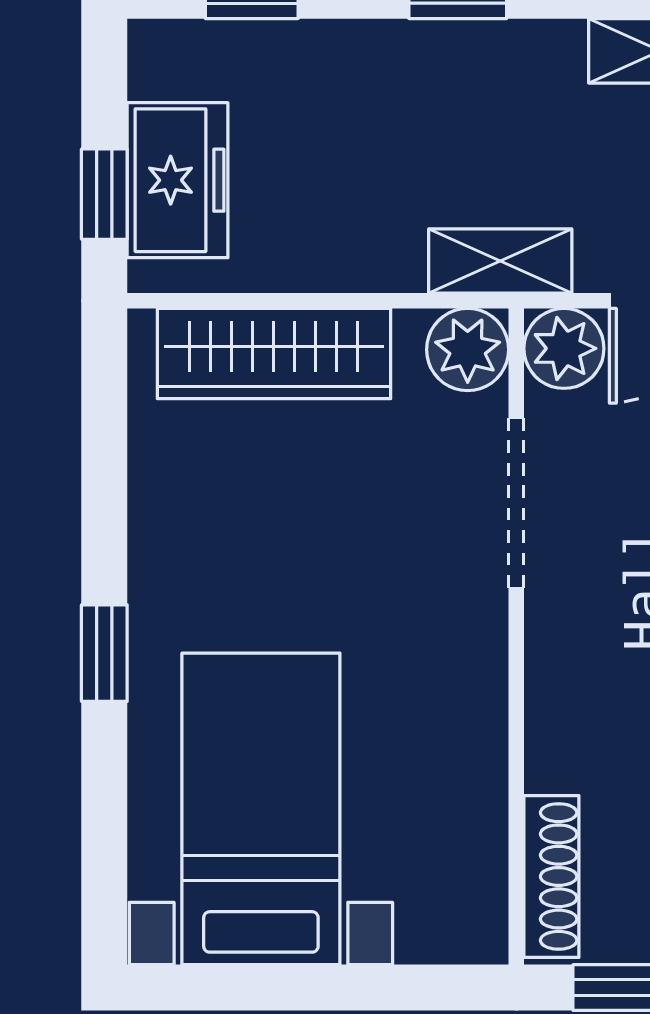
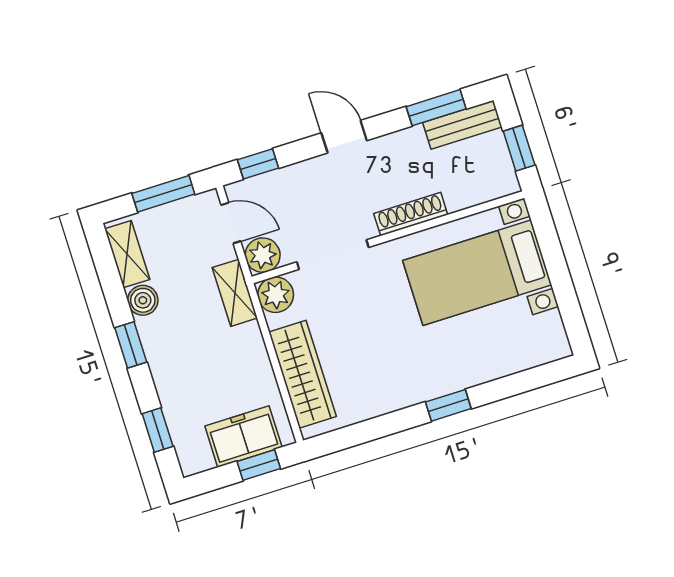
boiler: (548, 53) -> (143, 300), added
bed with nightstands: (261, 809) -> (477, 273), moved
shoe rack: (551, 876) -> (411, 214), moved

